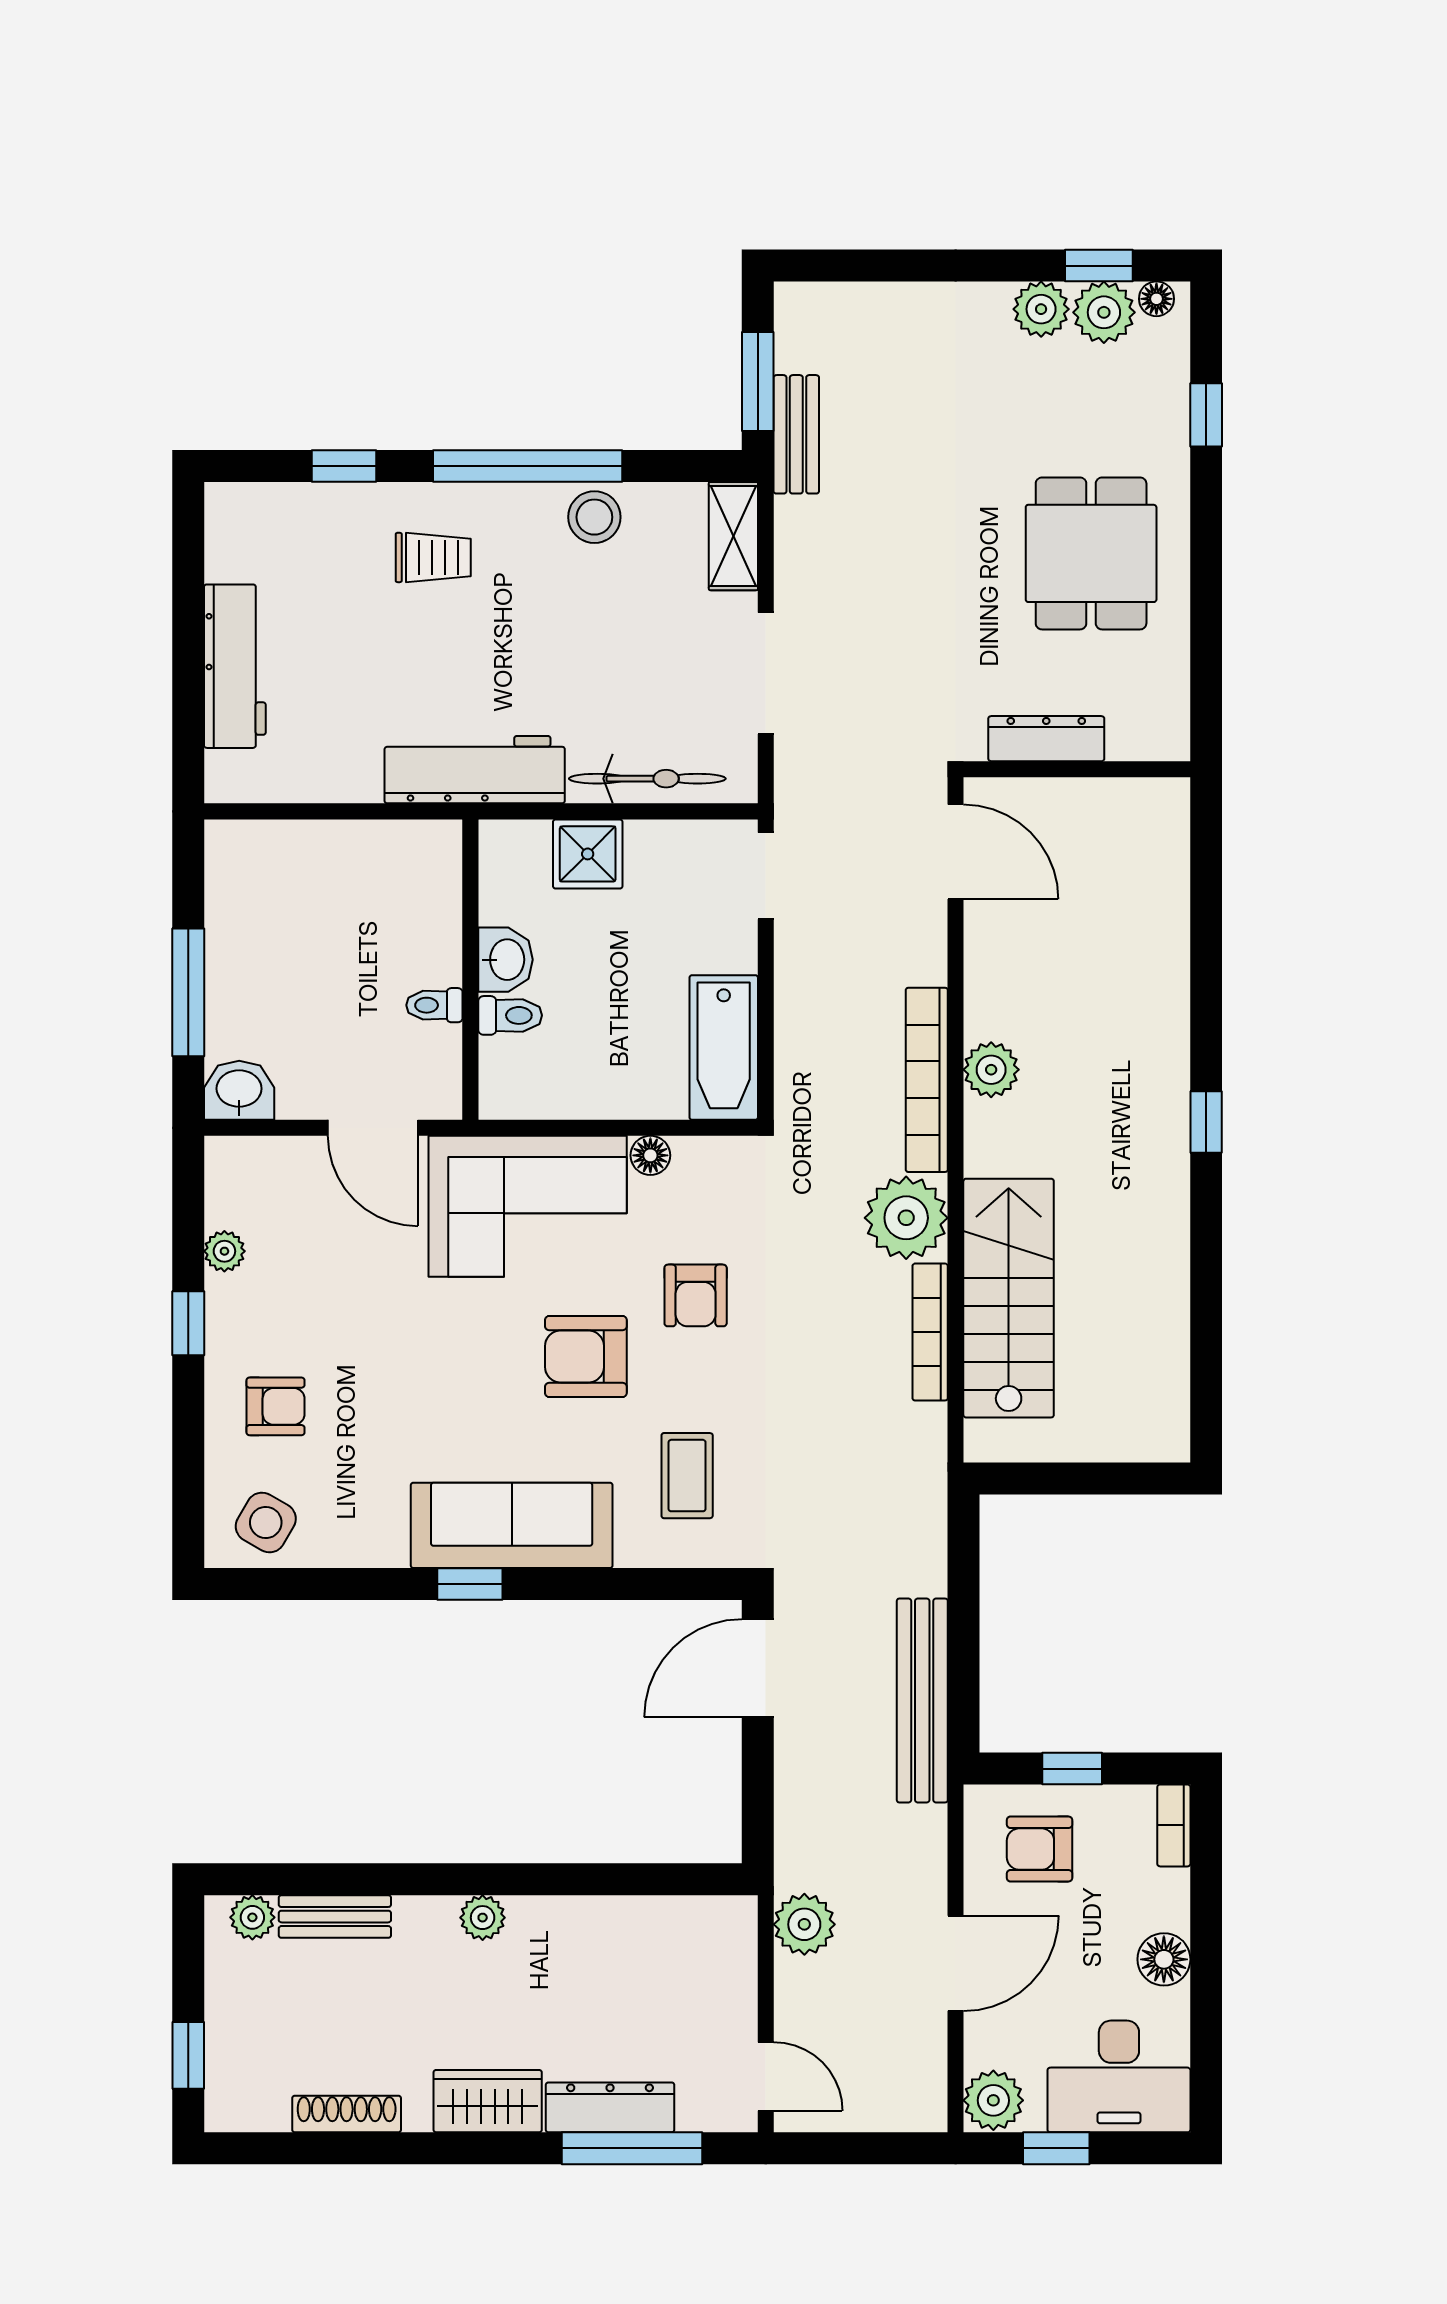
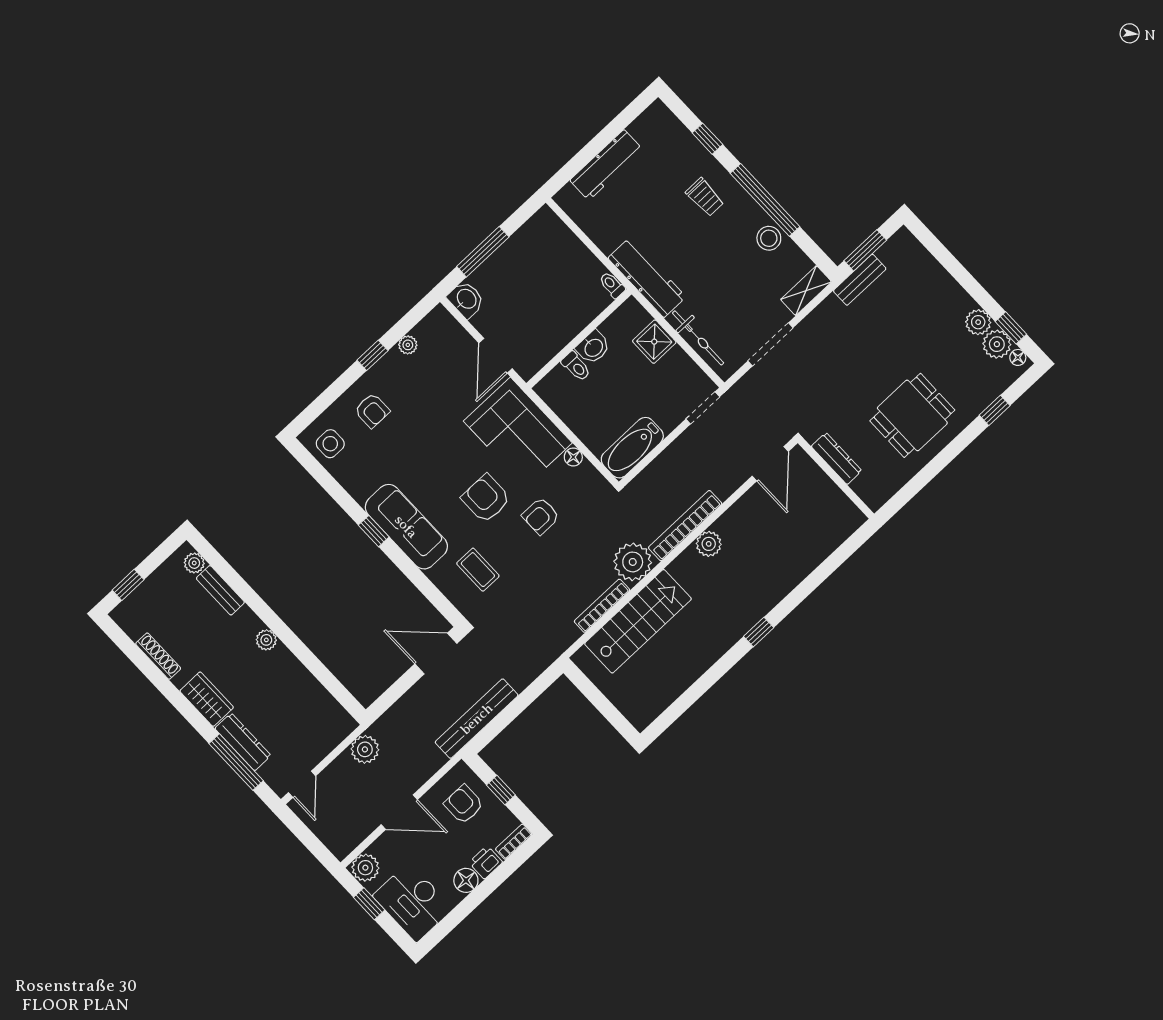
toilet: (434, 1005) -> (612, 285), moved
coffee table: (687, 1476) -> (478, 570), turned 90
side table: (266, 1522) -> (330, 444), turned -30
printer: (1165, 1901) -> (486, 862), added

